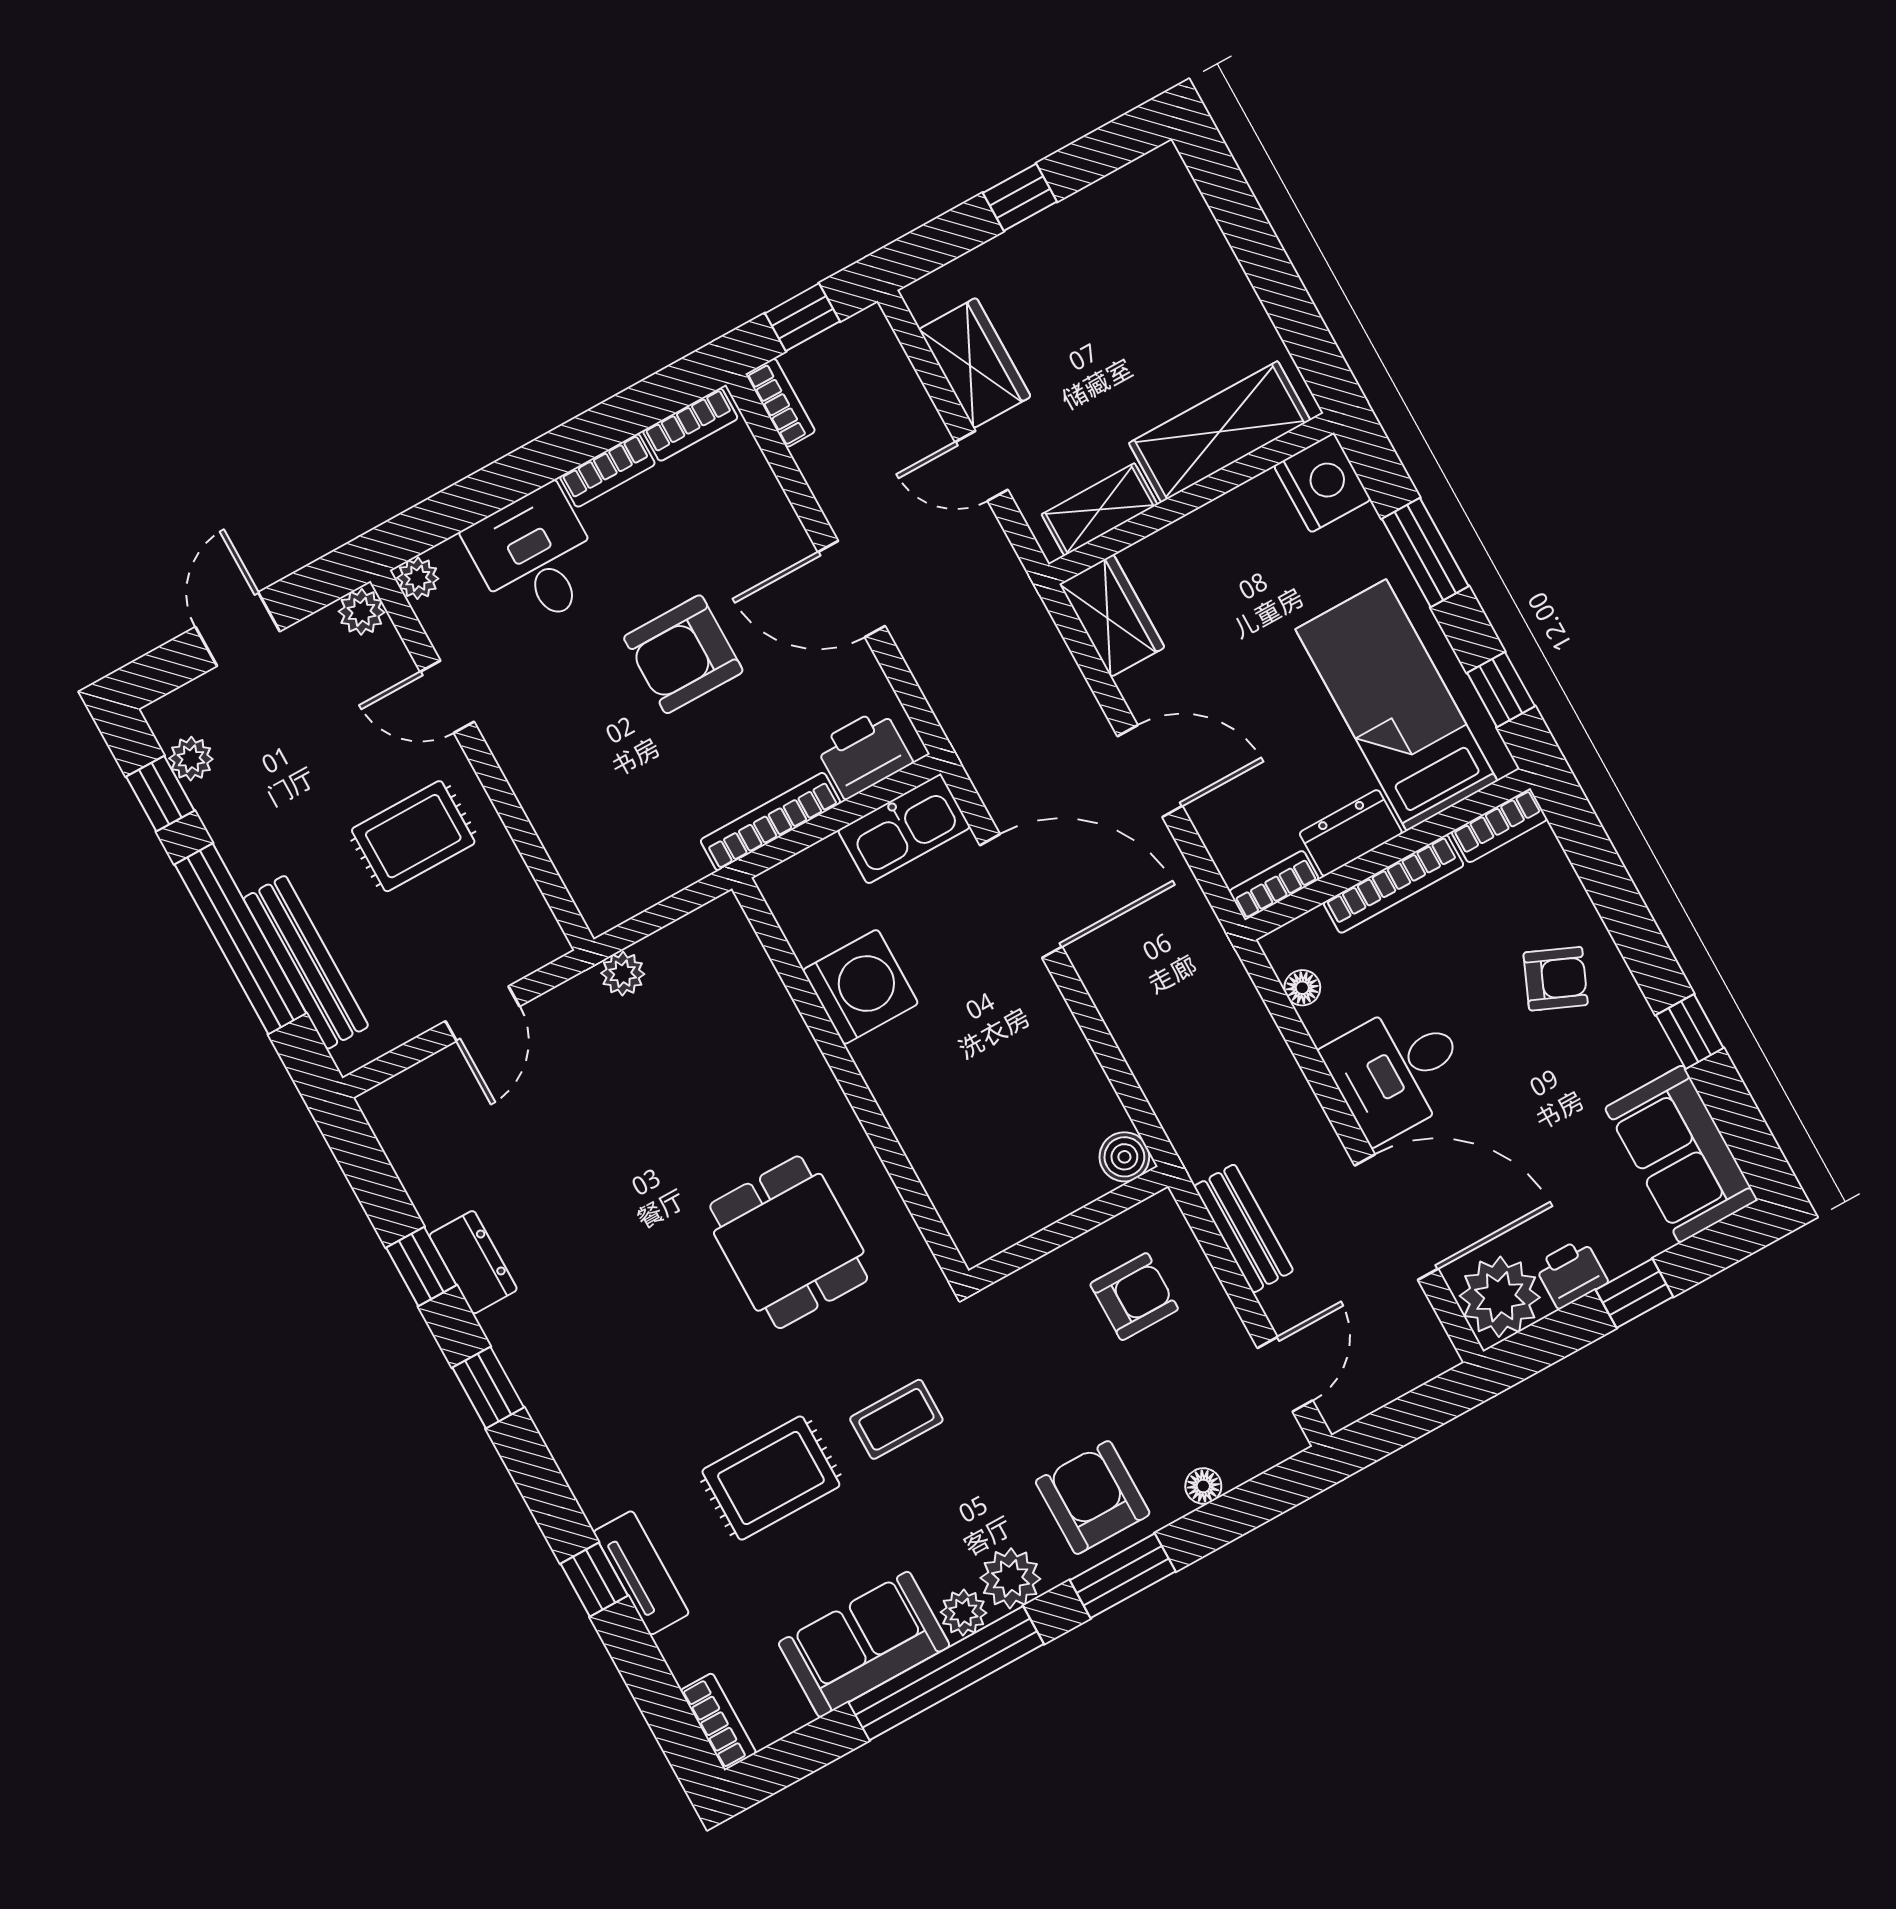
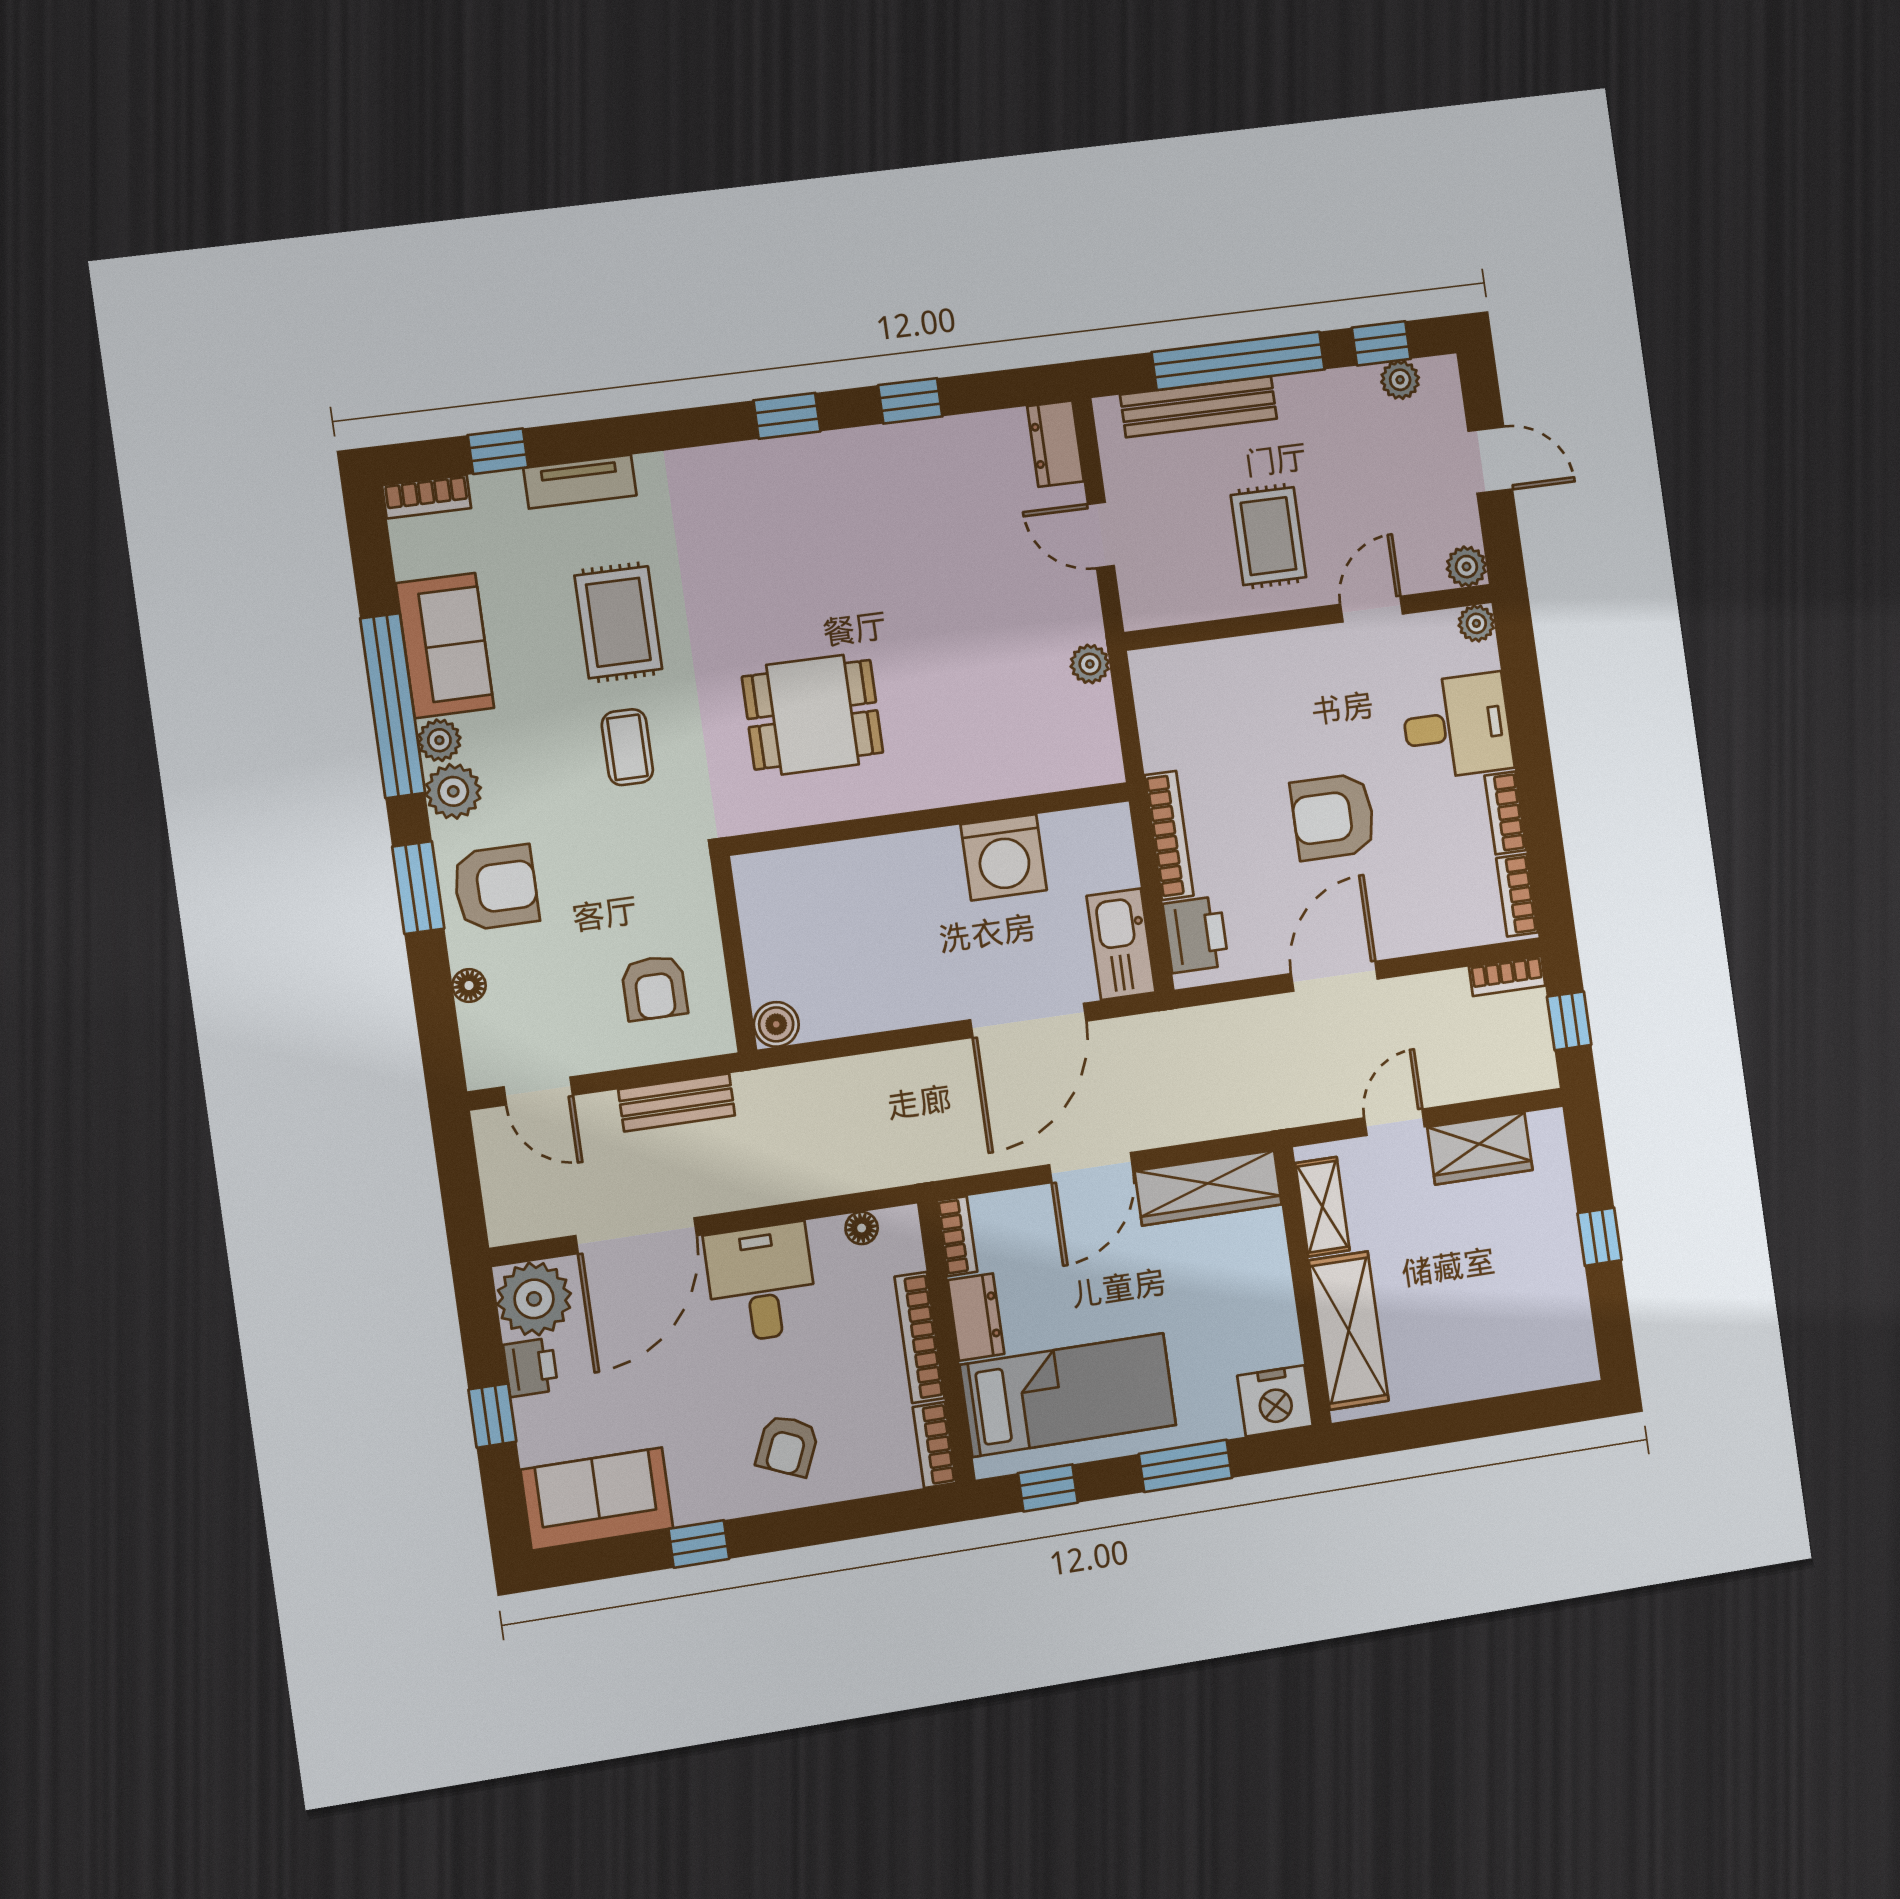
wardrobe: (1112, 616) -> (1208, 1188), width x1.50
armchair: (683, 654) -> (1333, 817), turned -90
dresser: (473, 1262) -> (1055, 444), moved, turned 90
window: (594, 1580) -> (498, 451), moved

